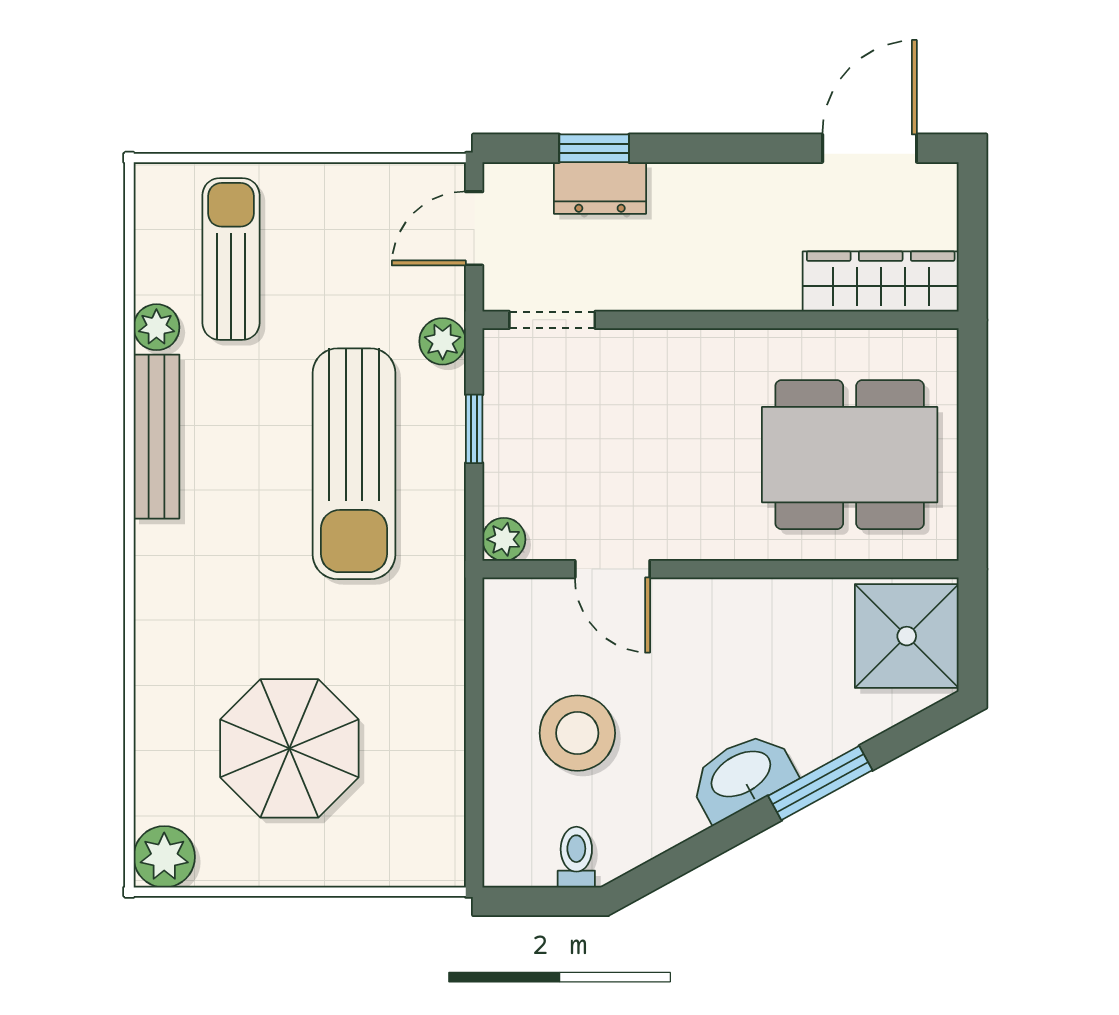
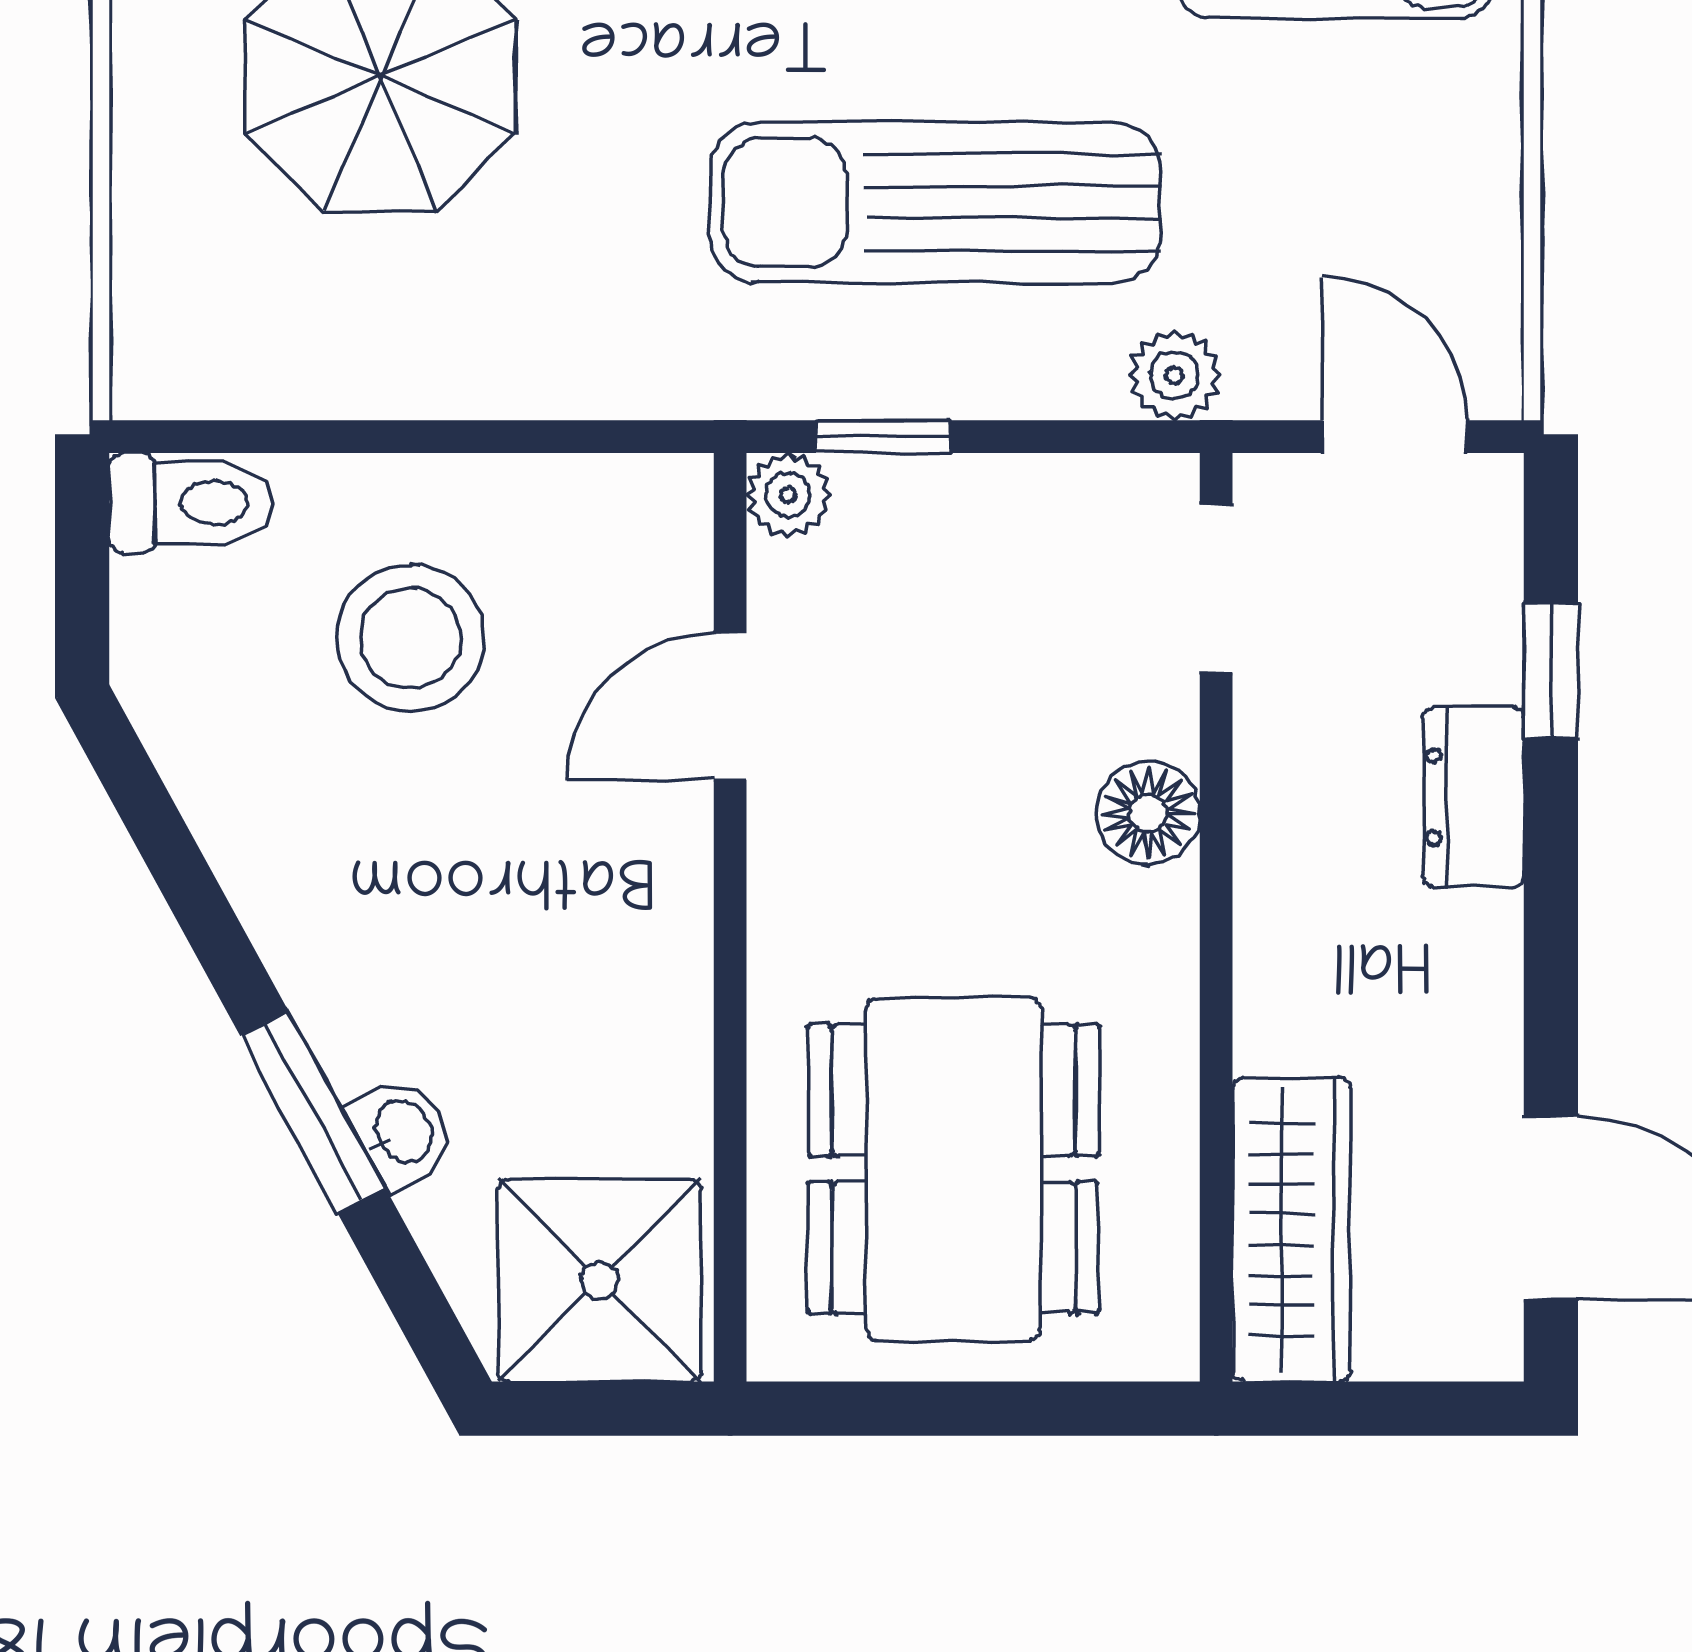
dresser: (600, 188) -> (1473, 797), moved
floor lamp: (667, 355) -> (1148, 813), added
window: (474, 429) -> (883, 437), moved
washbasin: (742, 776) -> (402, 1132), moved, width x0.52, depth x0.69
toilet: (576, 857) -> (191, 503), moved, width x1.37, depth x1.39

